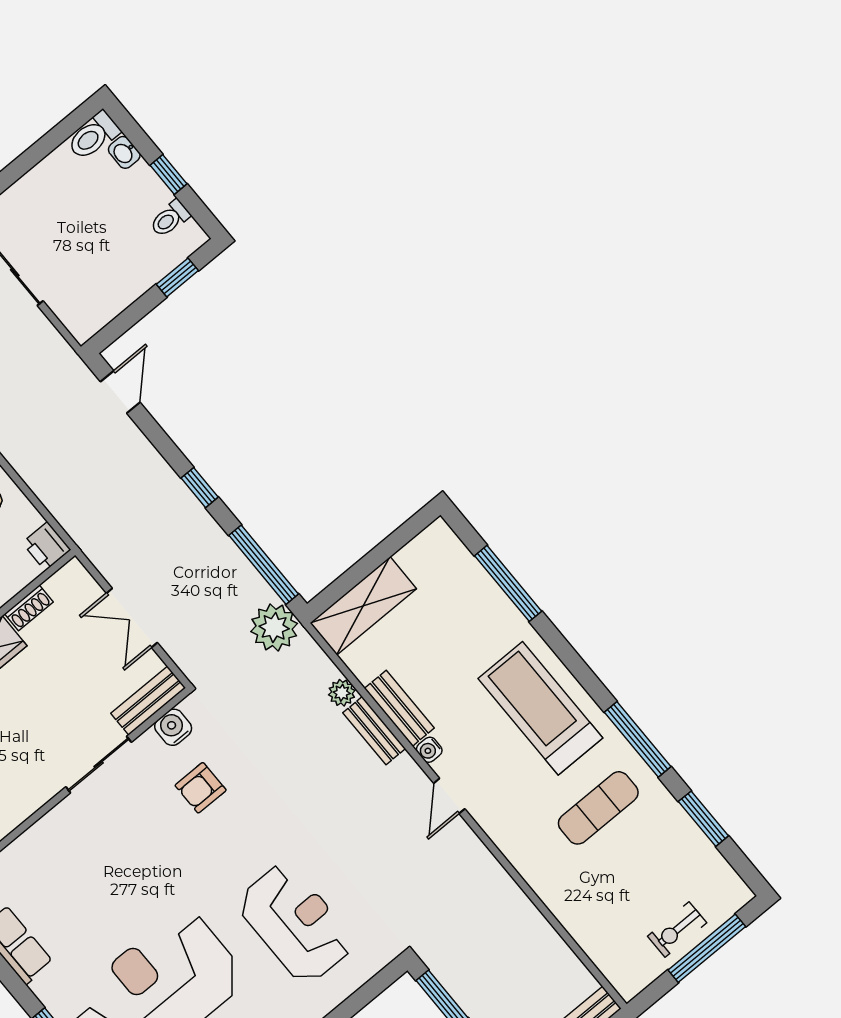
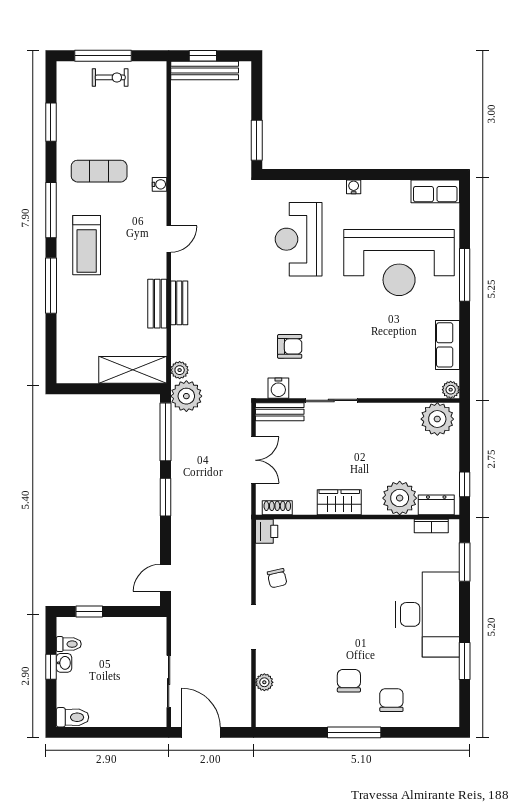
washbasin: (124, 152) -> (64, 663), moved
window: (200, 488) -> (165, 497), width x1.50
window: (508, 583) -> (51, 286), moved
shoe rack: (29, 608) -> (277, 508), moved
plant: (342, 693) -> (180, 370), moved
treadmill: (540, 708) -> (87, 245), width x0.73, depth x0.73
window: (638, 739) -> (51, 210), moved
water cooler: (429, 750) -> (160, 184), moved

